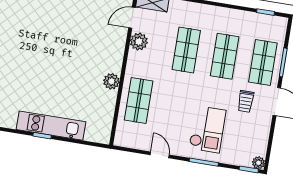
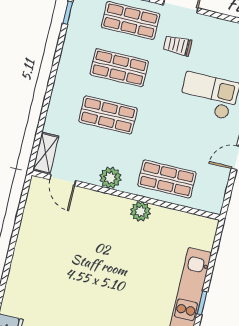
plant: (139, 42) -> (110, 178), moved
trolley: (246, 101) -> (178, 45), turned 180

